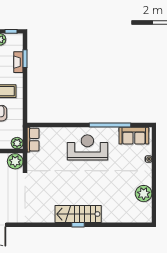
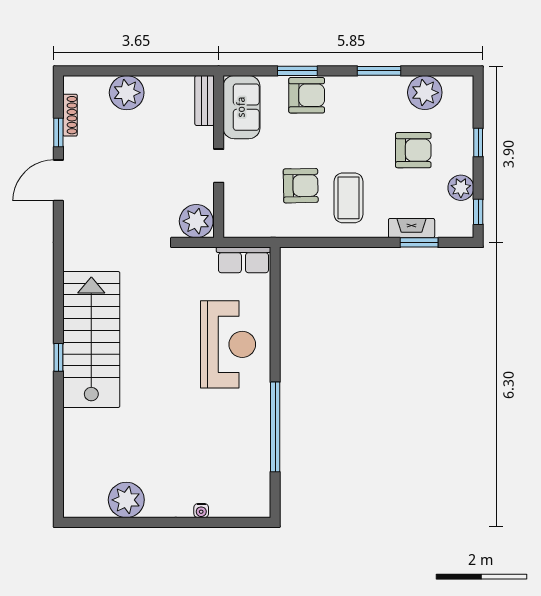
sofa: (134, 136) -> (252, 479), removed
plant: (17, 143) -> (236, 225), removed
reception desk: (87, 147) -> (228, 344), moved
stairs: (78, 214) -> (91, 340), width x1.36, depth x1.51

